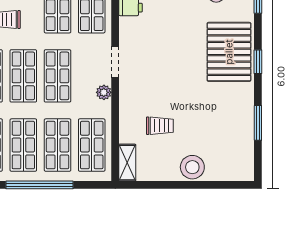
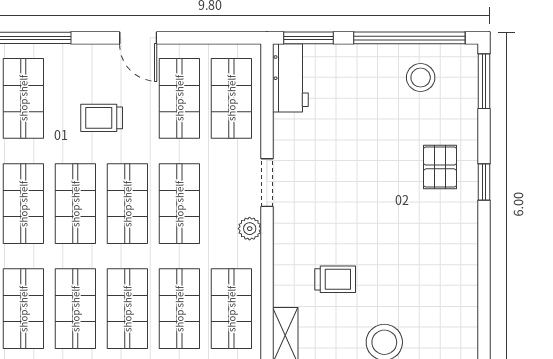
pallet: (229, 52) -> (440, 167), width x0.49, depth x0.50
window: (258, 123) -> (484, 275), removed

